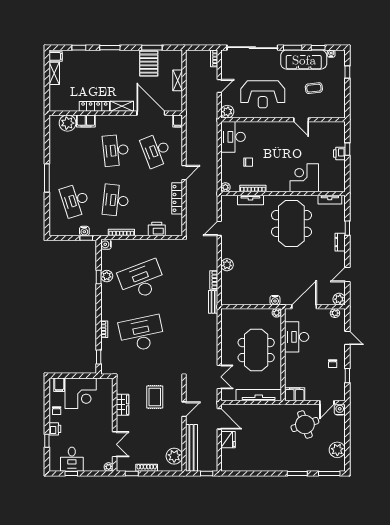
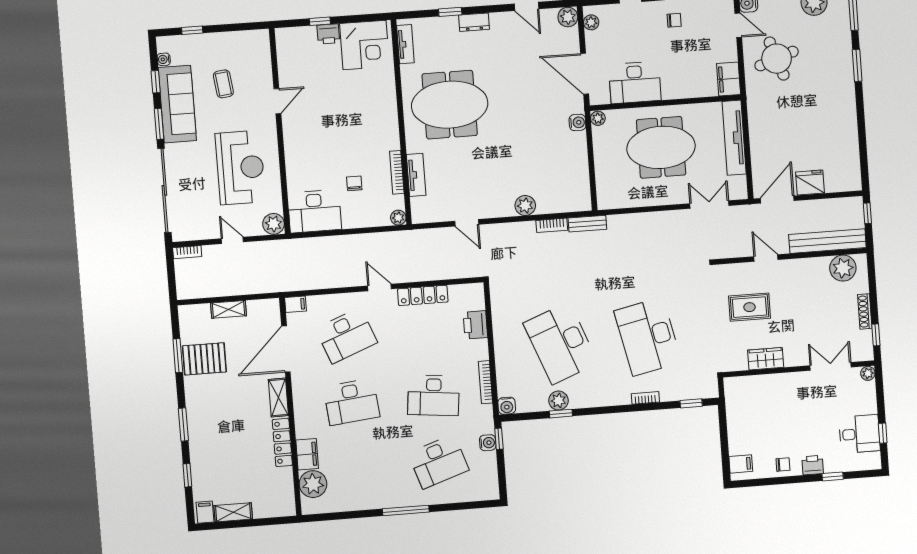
corner desk: (304, 178) -> (365, 45), moved, turned -90
corner desk: (81, 393) -> (752, 428), removed

